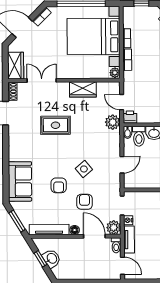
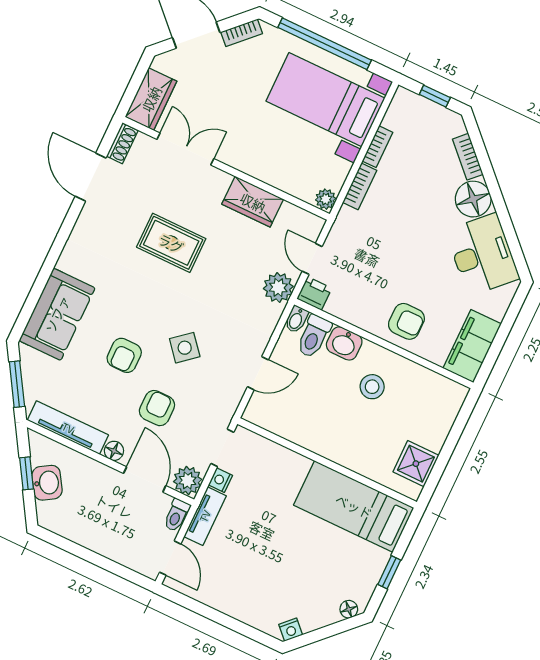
bed with nightstands: (93, 36) -> (325, 100), width x0.73

